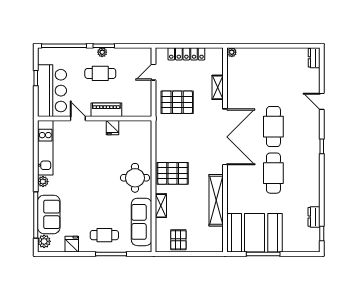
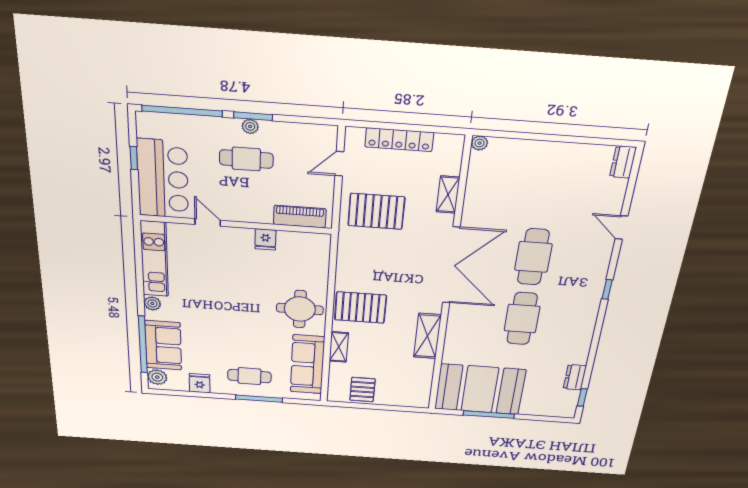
piano: (106, 110) -> (300, 217), moved
shelving: (216, 200) -> (427, 336), width x0.68

